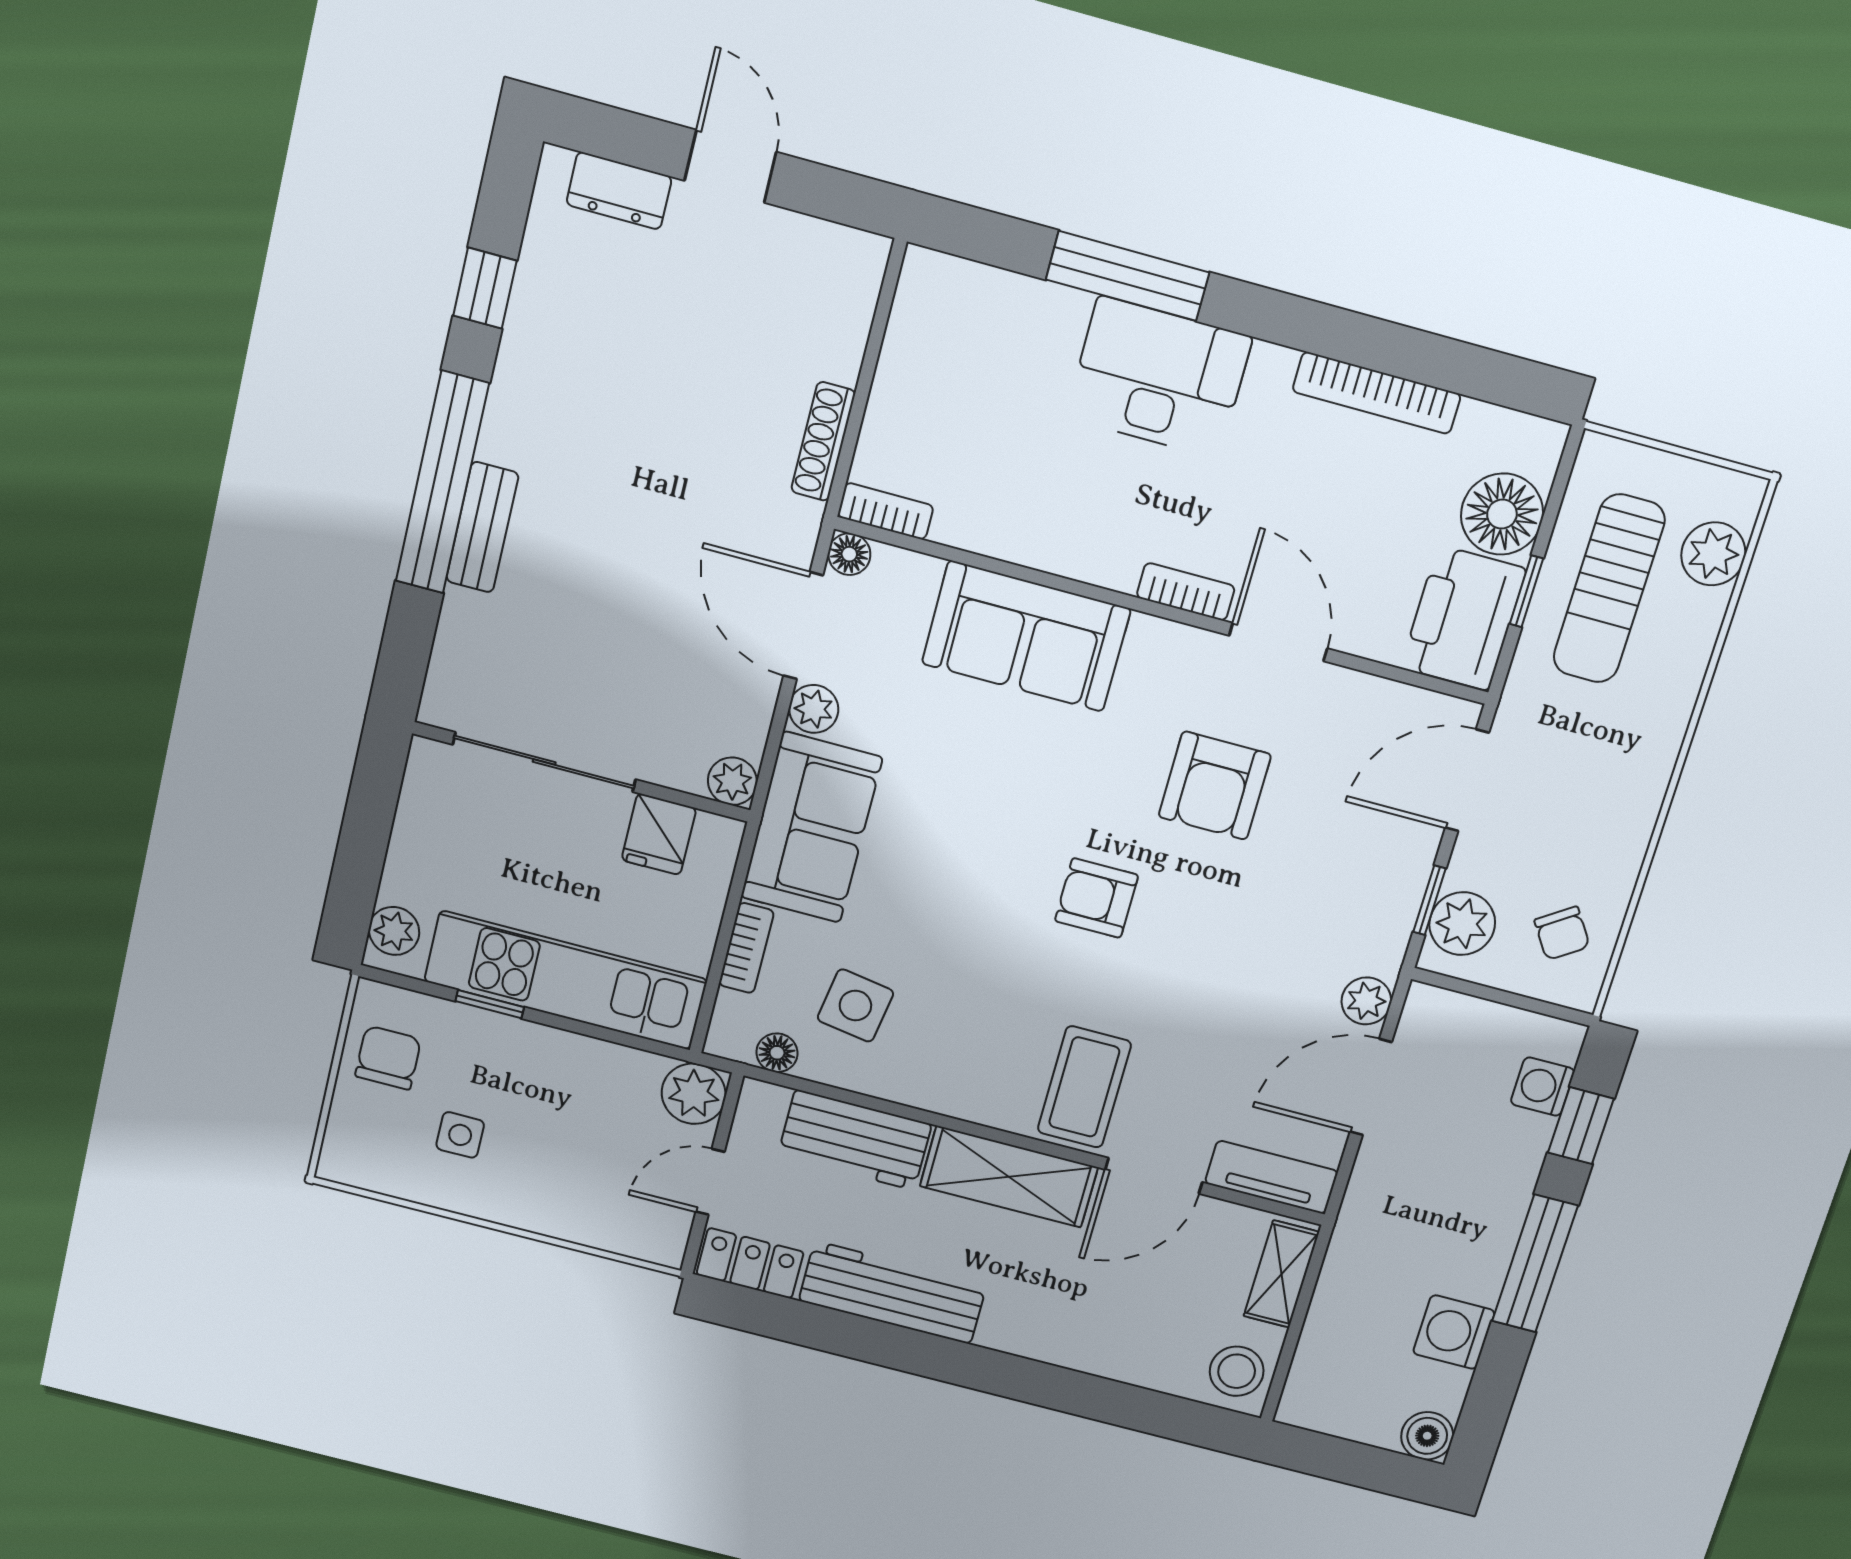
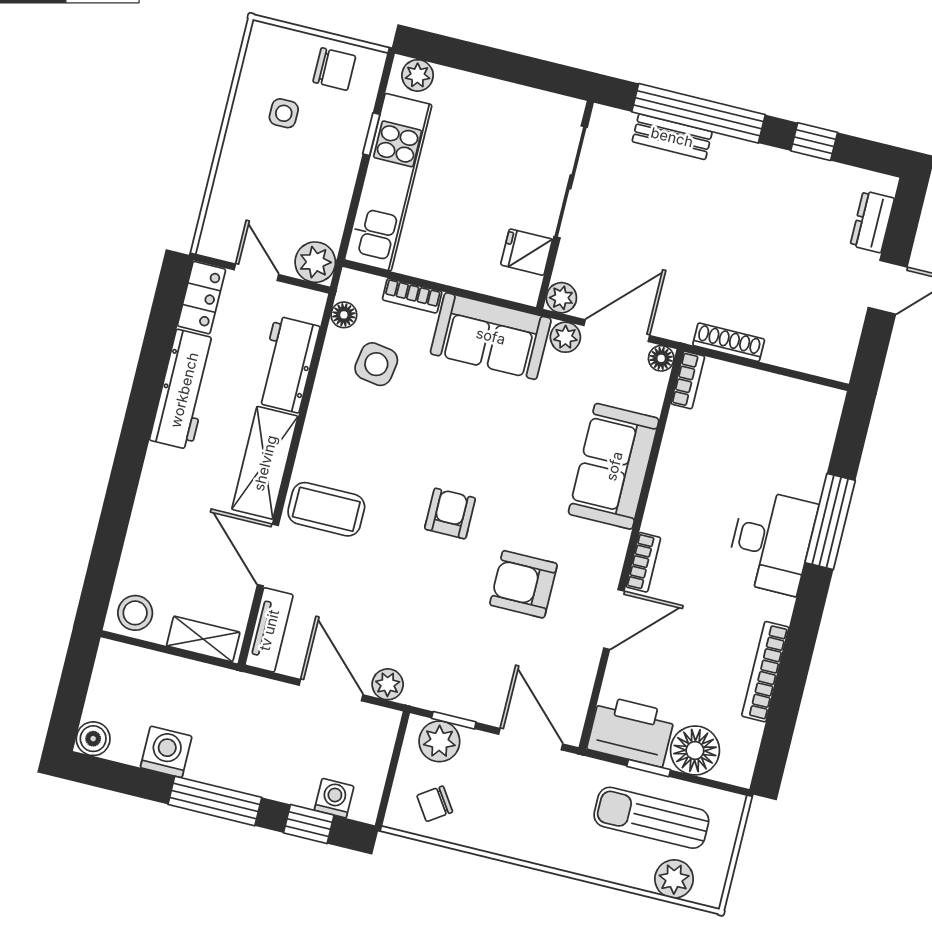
sliding door: (544, 762) -> (571, 182), moved
wall: (582, 772) -> (565, 205), moved
plant: (732, 781) -> (561, 298), moved
fridge: (659, 834) -> (527, 252), moved

